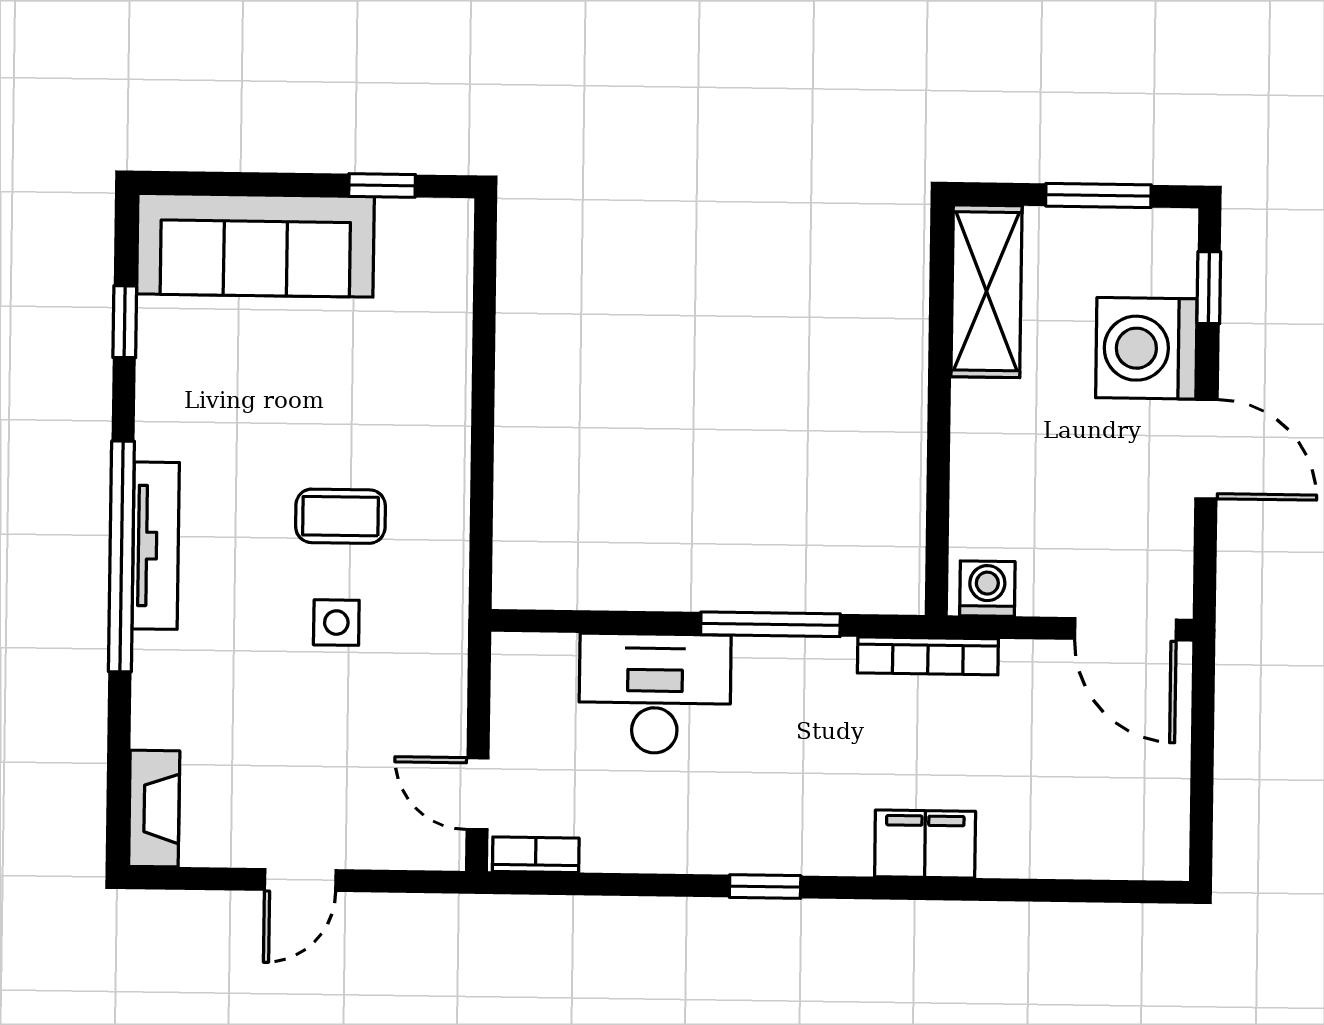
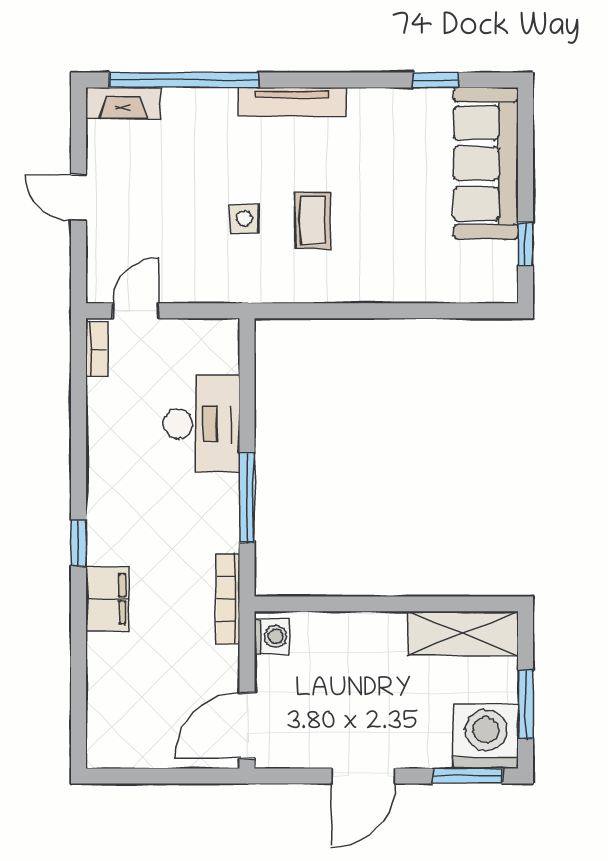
window: (1209, 288) -> (467, 776), width x1.50
washing machine: (1146, 348) -> (486, 737), moved
window: (121, 556) -> (184, 80), moved
window: (765, 887) -> (79, 544), moved

